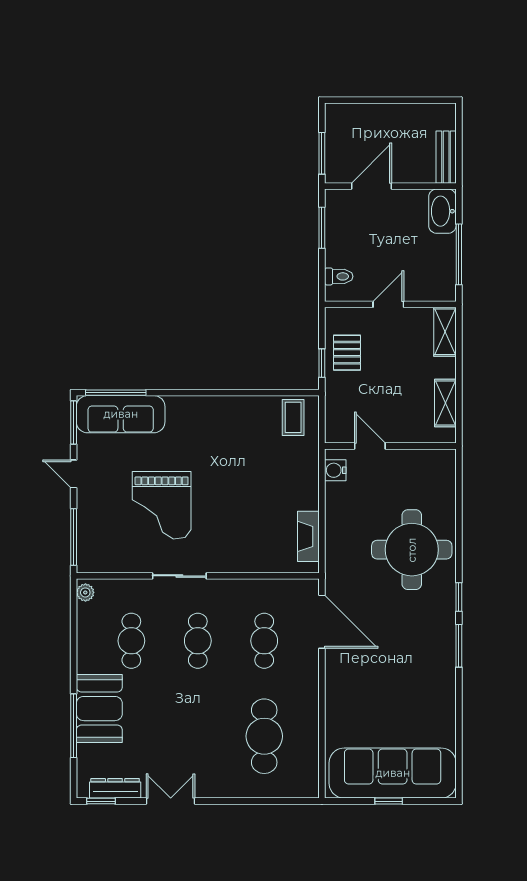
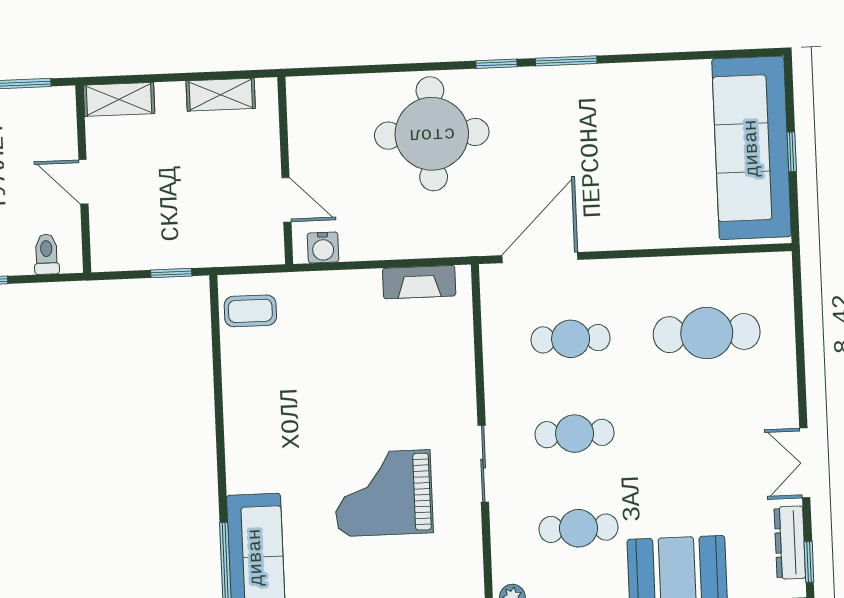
pallet: (347, 353) -> (155, 238), removed
door: (370, 446) -> (286, 200), swing flipped
grand piano: (162, 505) -> (383, 493), turned 180

